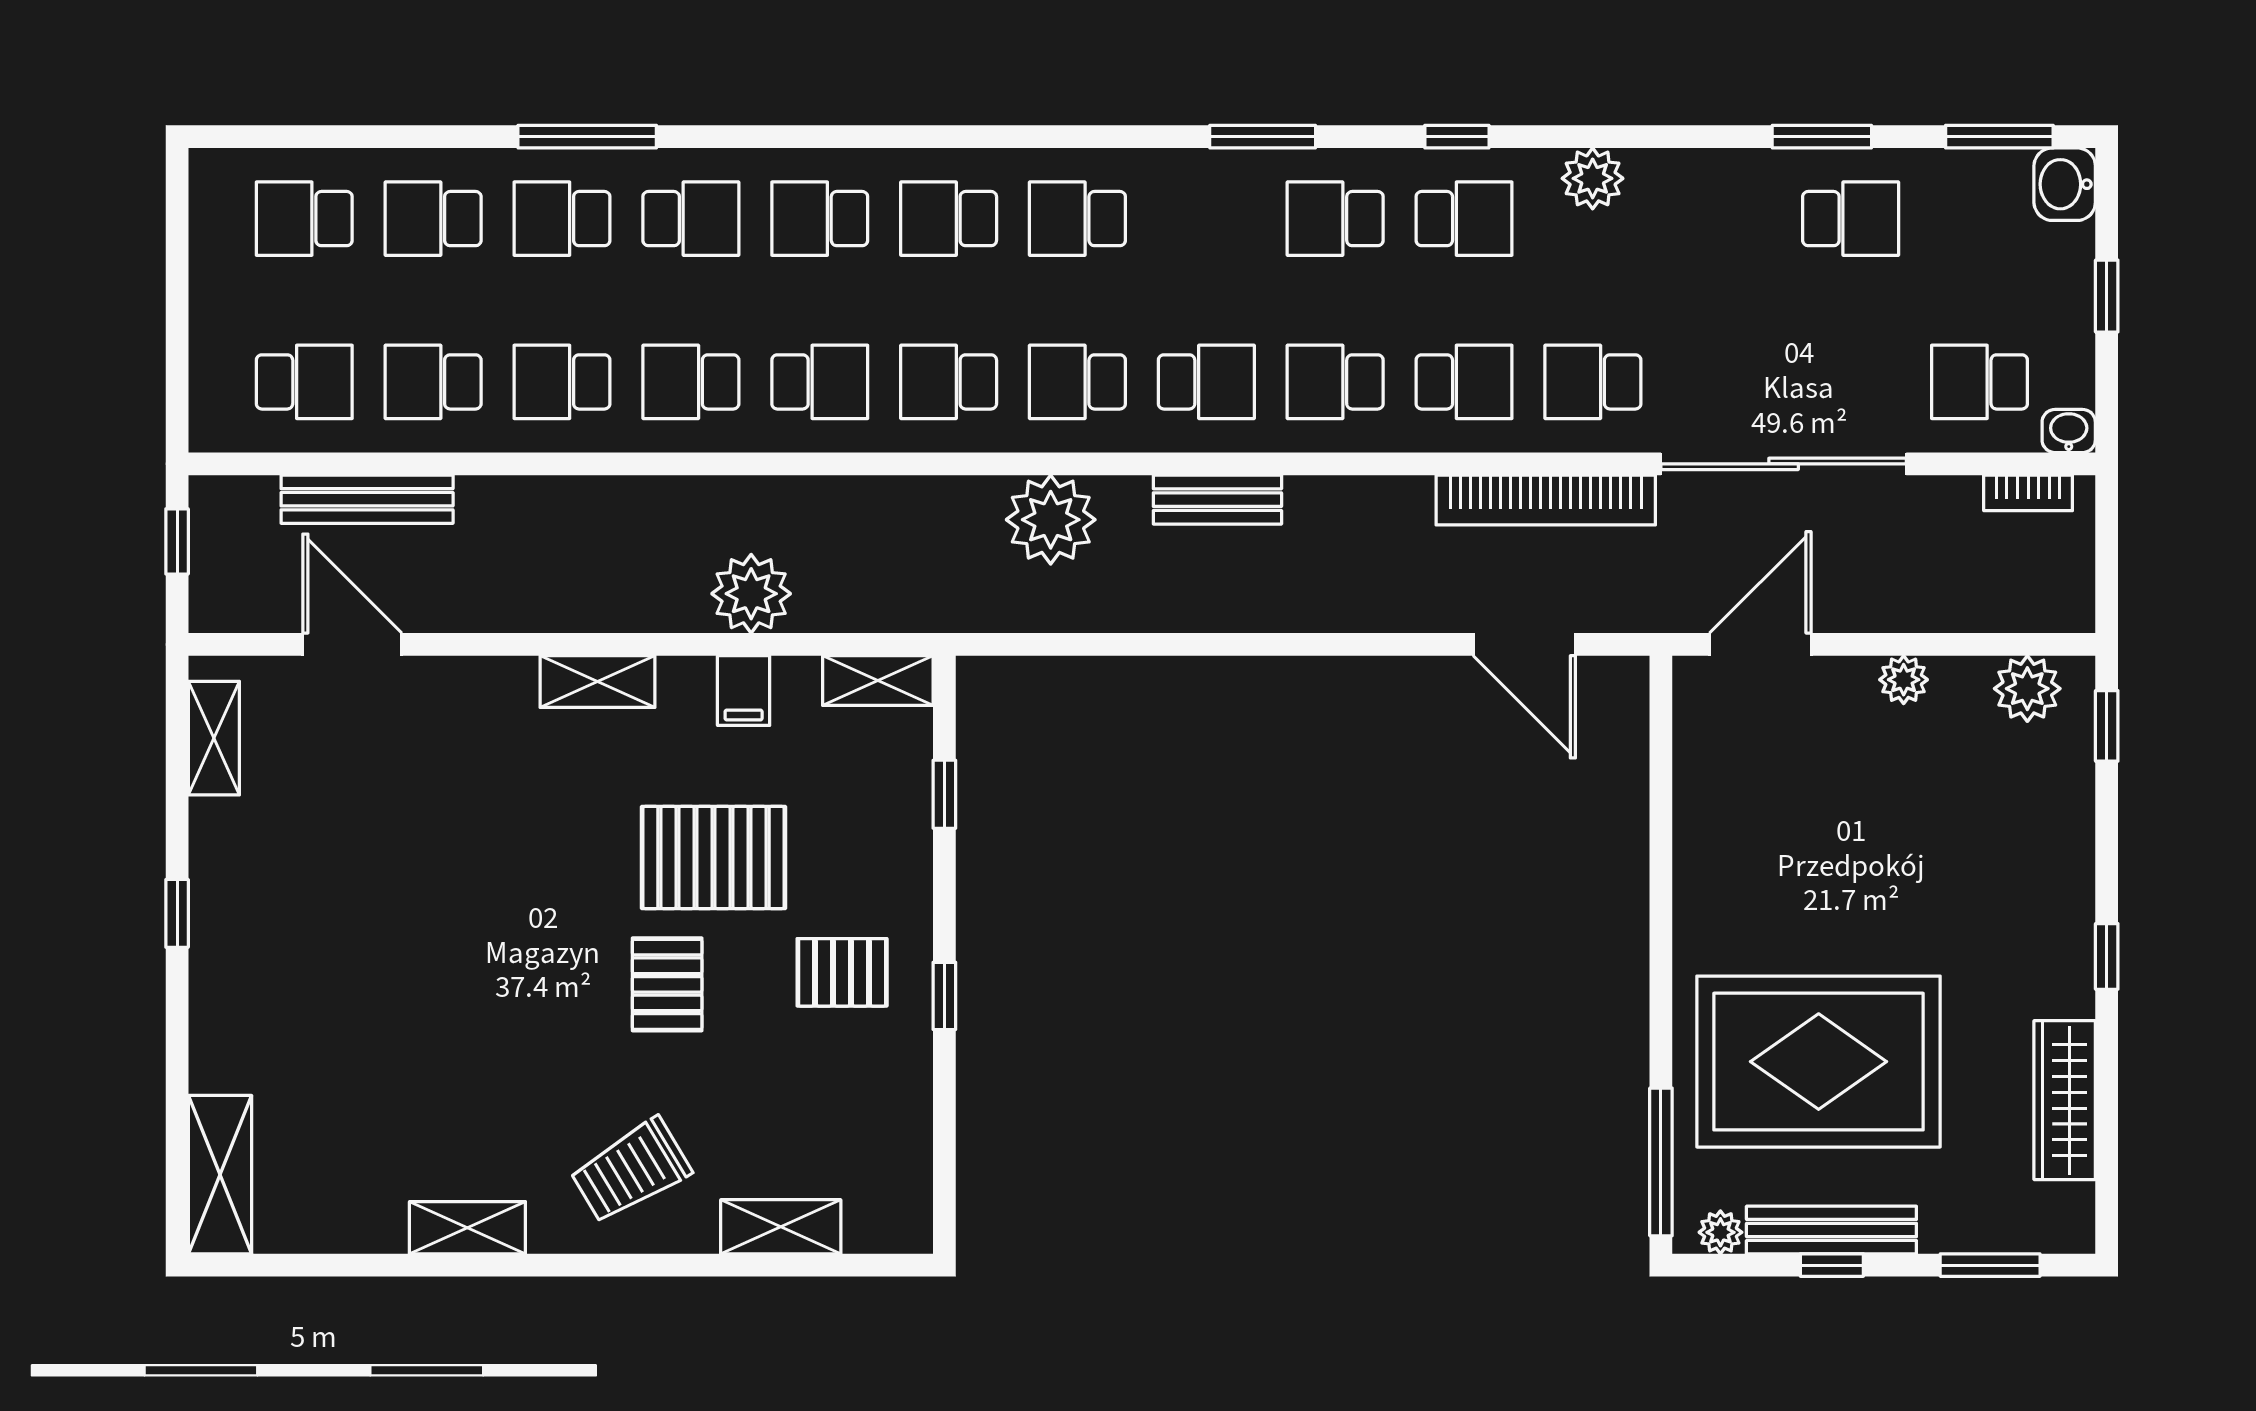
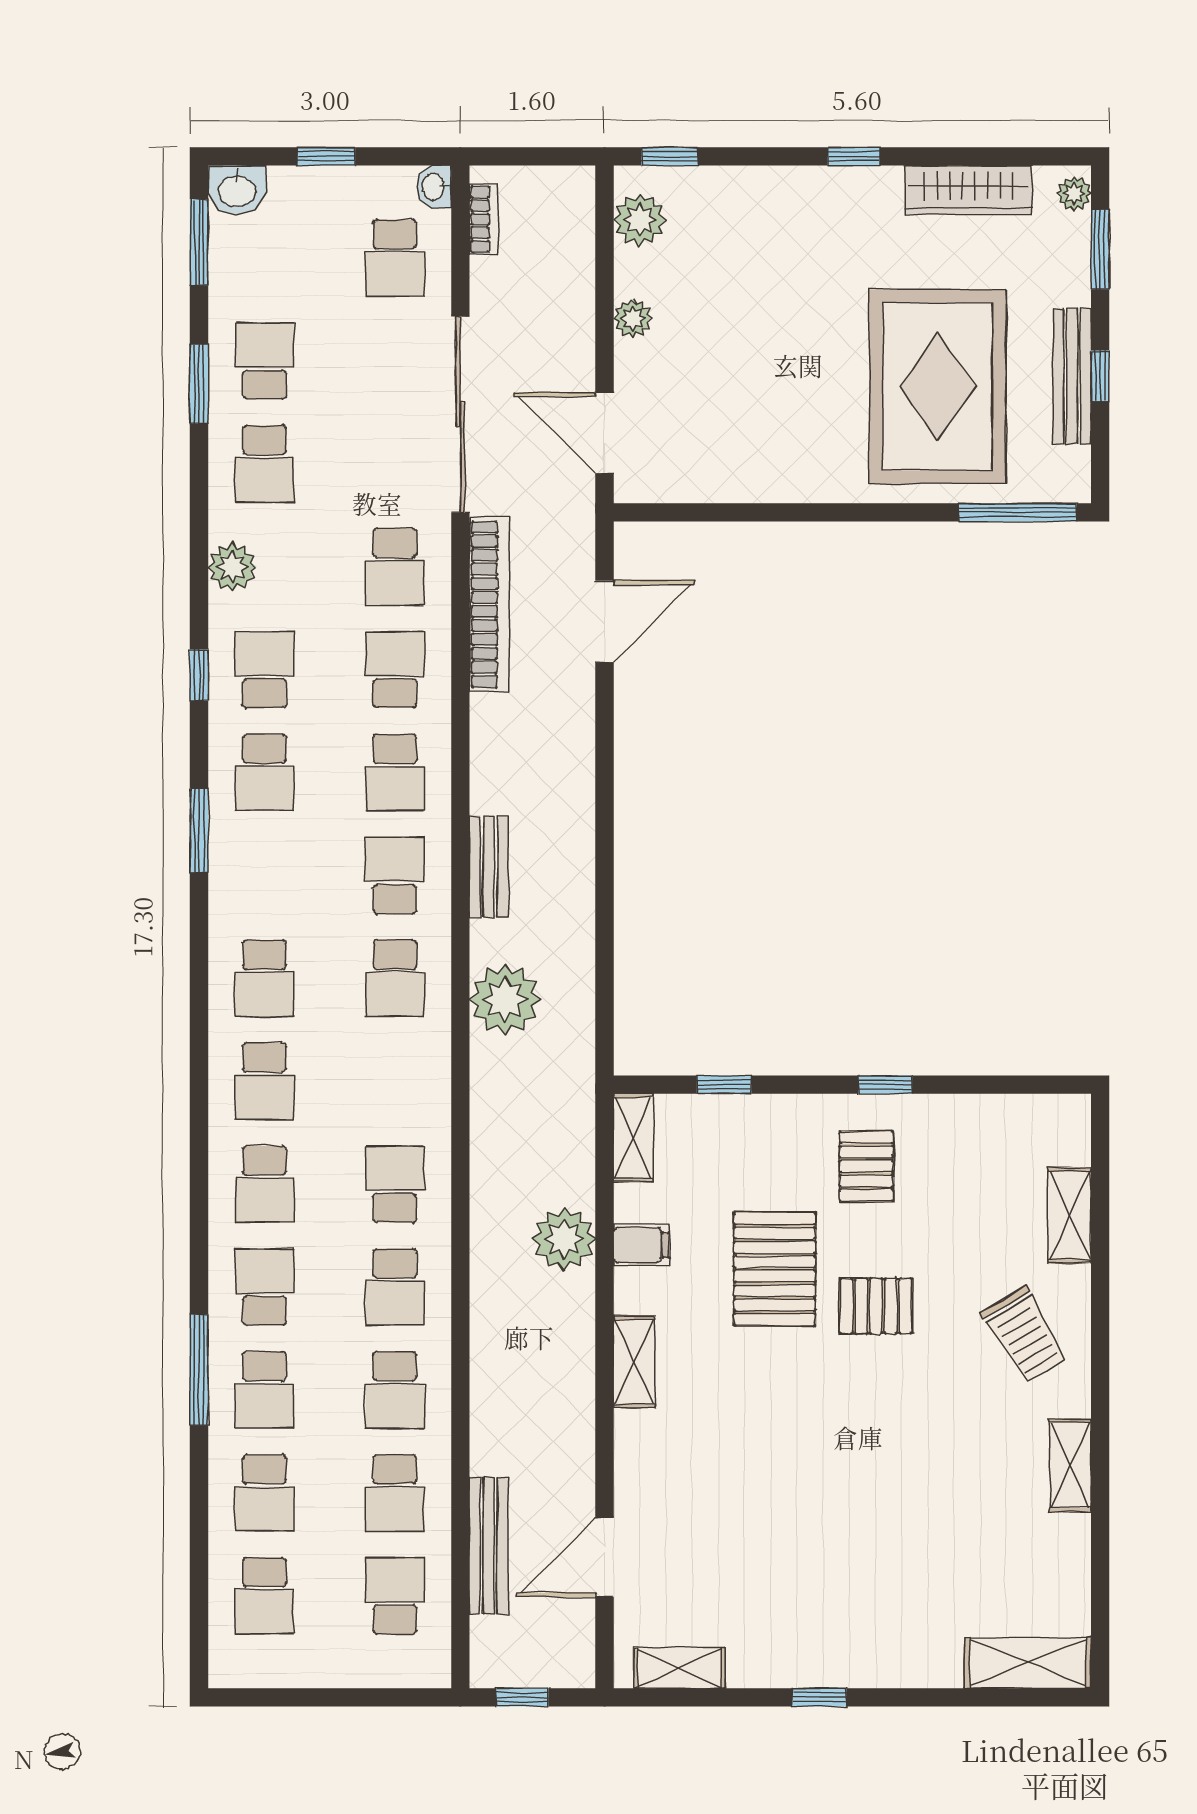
school desk: (949, 382) -> (264, 464), moved
plant: (1720, 1232) -> (1074, 194), moved

